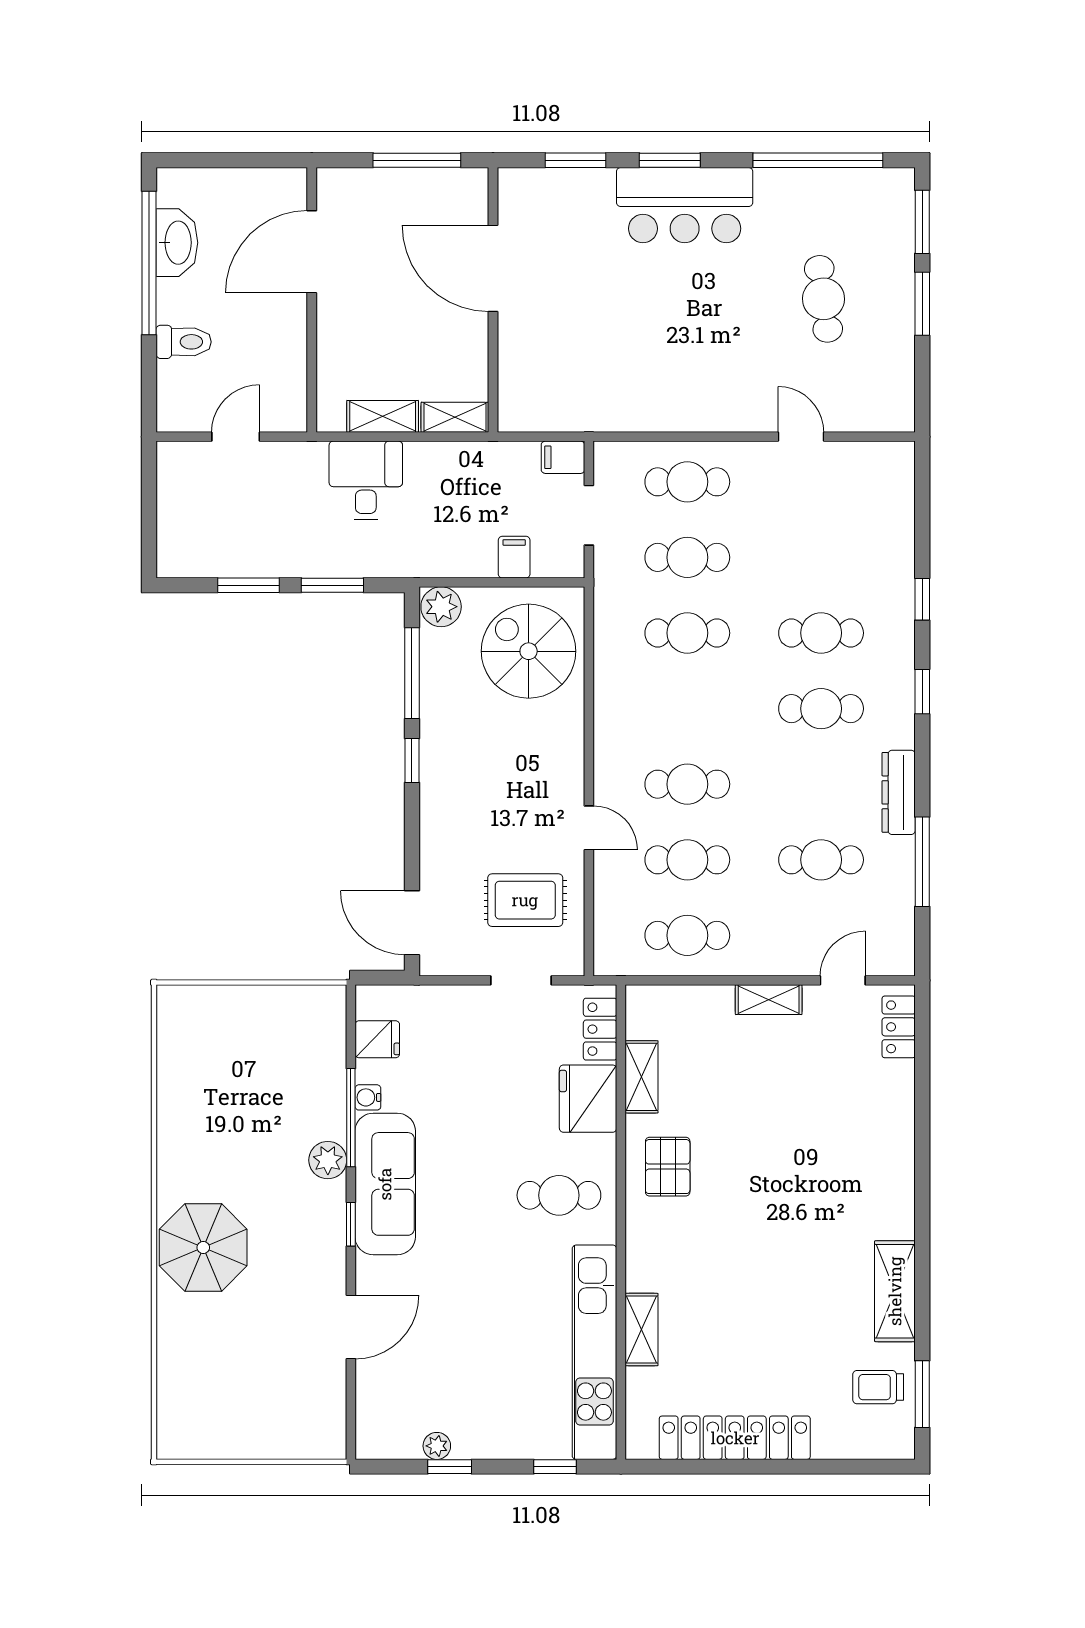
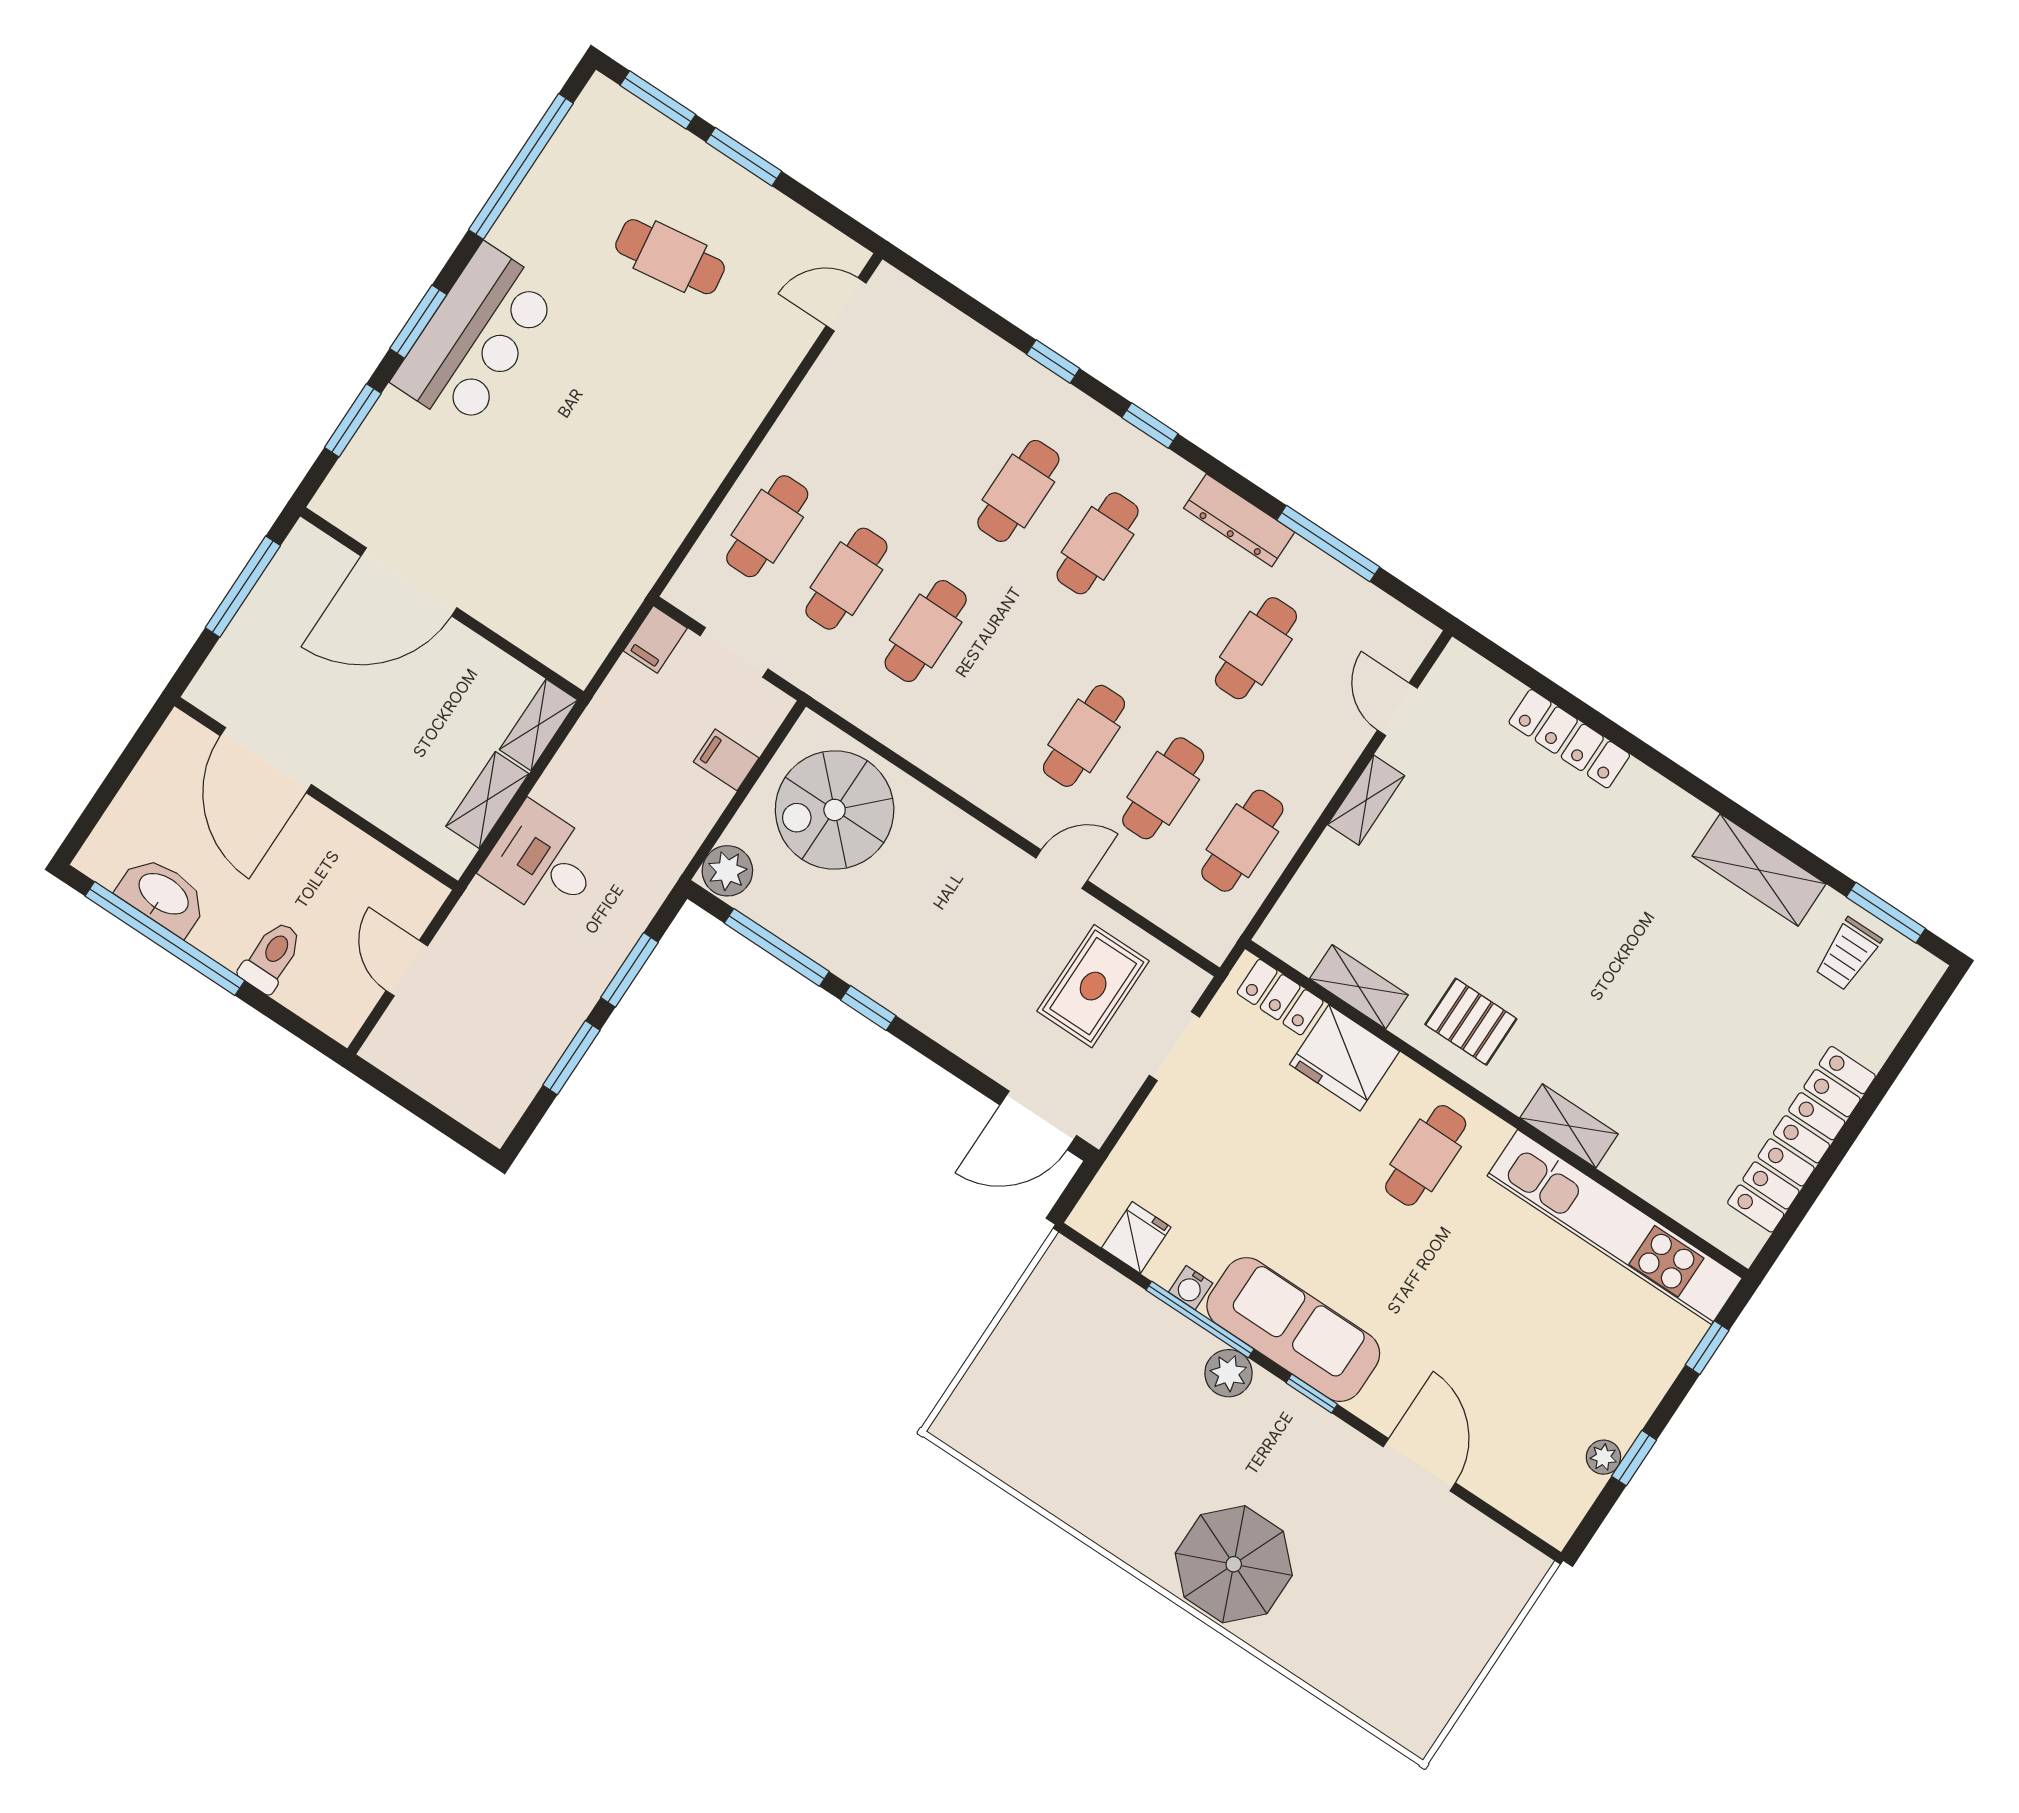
door: (801, 437) -> (846, 304), moved
locker: (899, 1027) -> (1569, 739), moved, width x1.53
shelving: (642, 1330) -> (1569, 1126), moved

